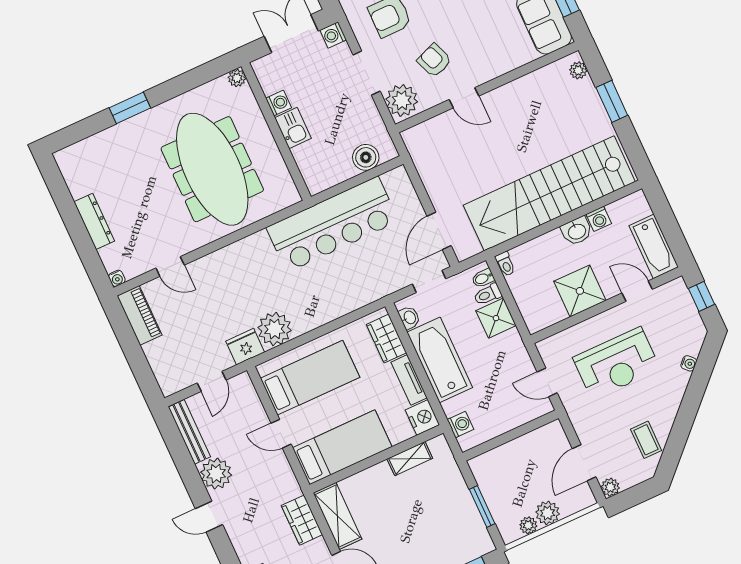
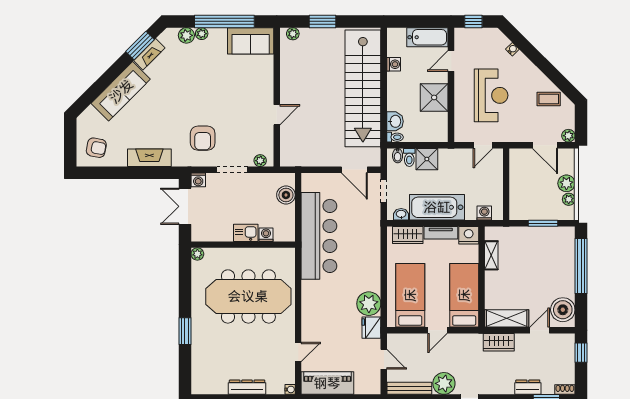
armchair: (434, 60) -> (244, 123), removed
plant: (402, 100) -> (260, 161), width x0.53, depth x0.53
washing machine: (279, 103) -> (266, 235), moved
washbasin: (577, 231) -> (395, 121), moved
piano: (140, 315) -> (327, 383), width x1.37, depth x1.33

